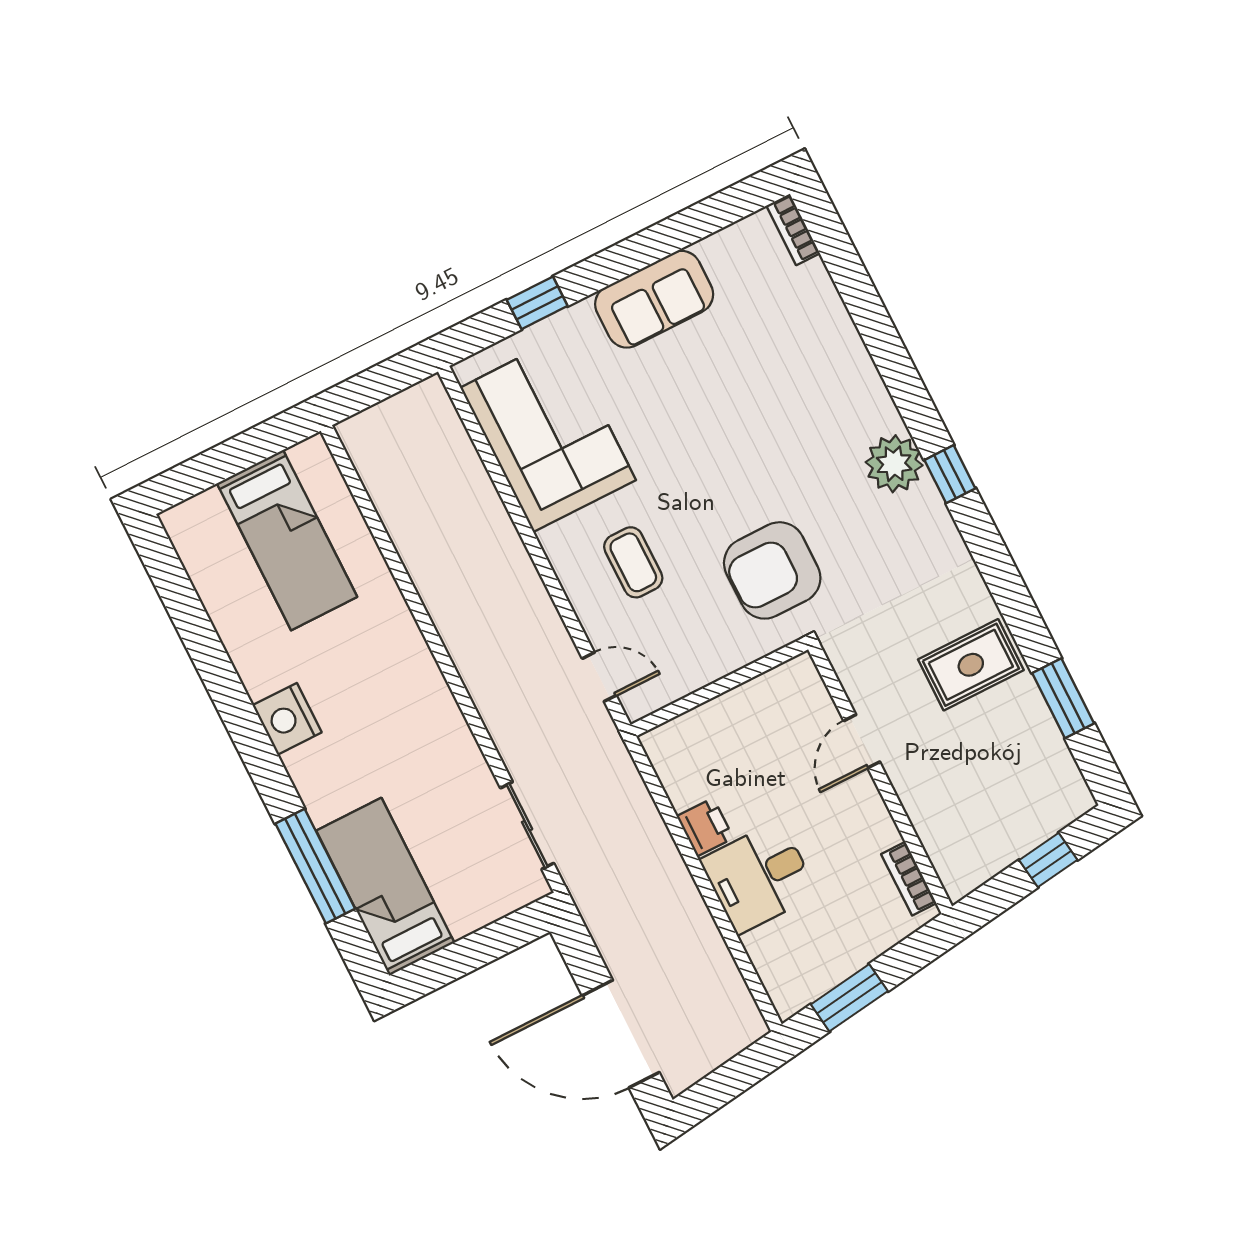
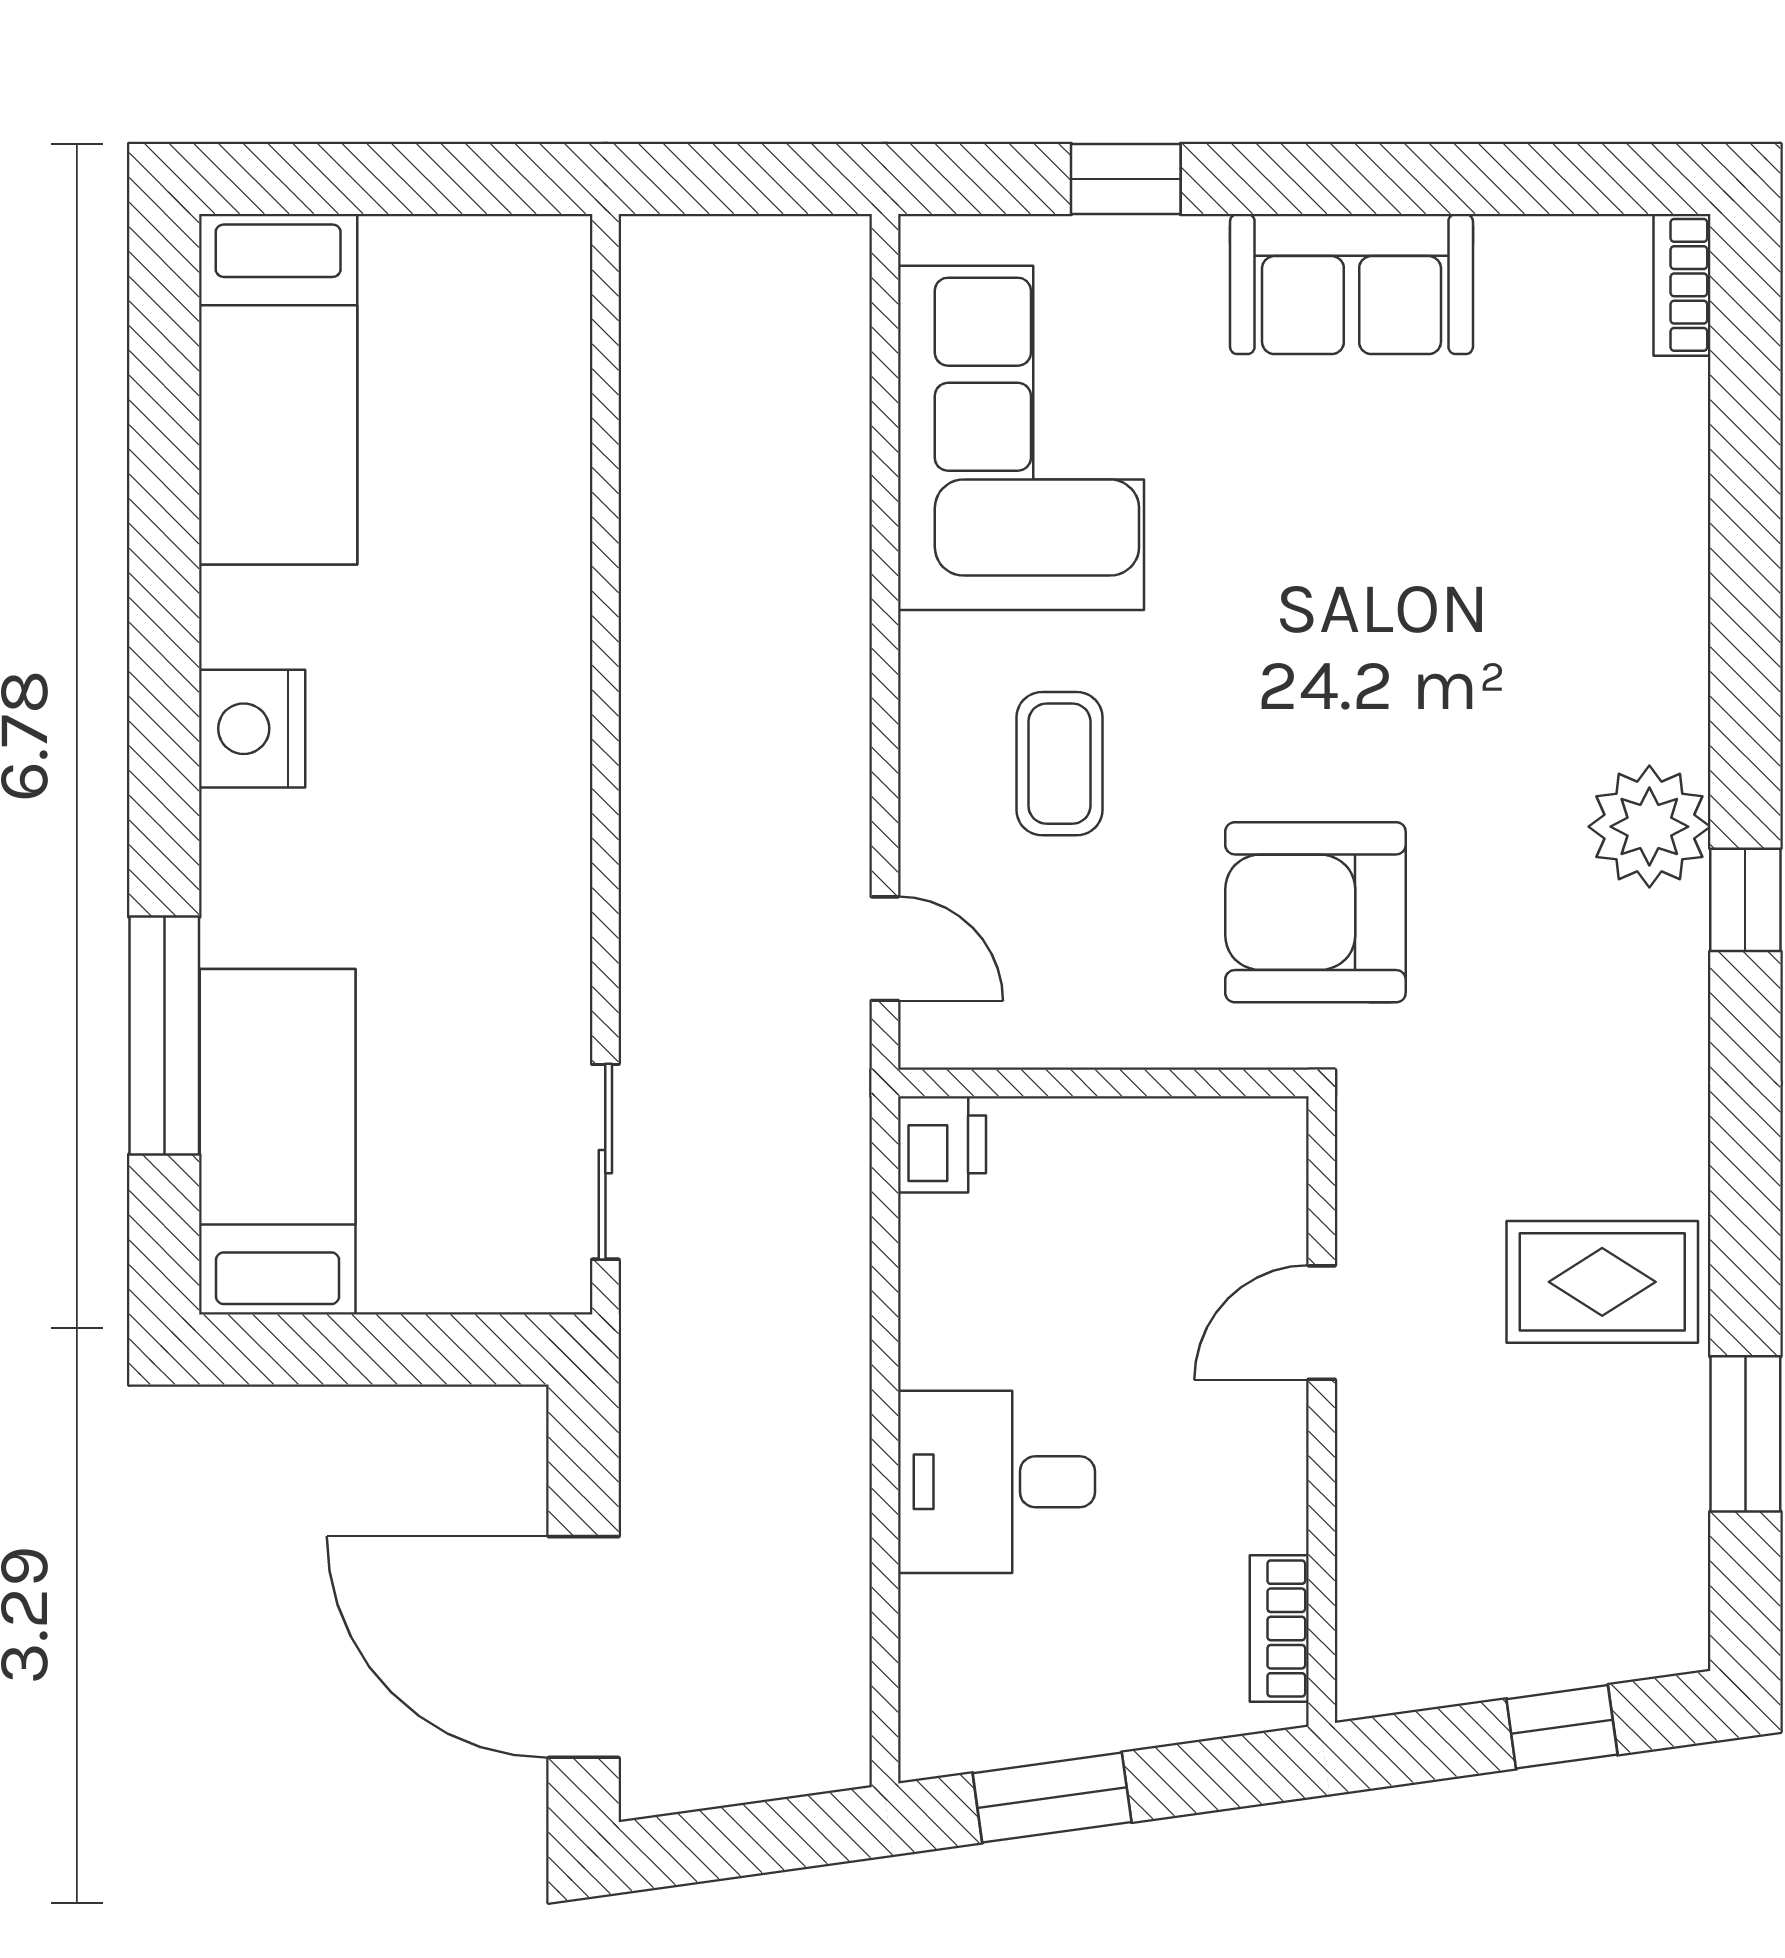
bed: (287, 540) -> (278, 389), moved
printer: (705, 827) -> (942, 1144), moved

